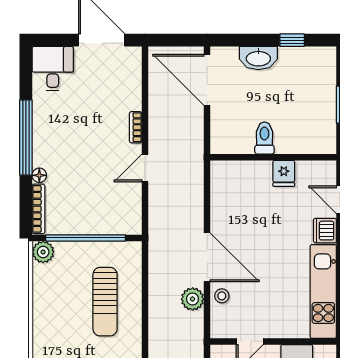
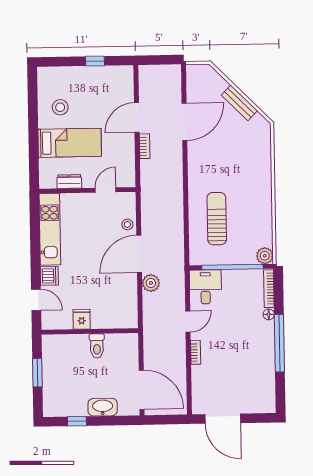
desk: (53, 69) -> (205, 287), moved, turned 180
door: (207, 257) -> (139, 254), hinge flipped
plant: (193, 299) -> (151, 283), moved

